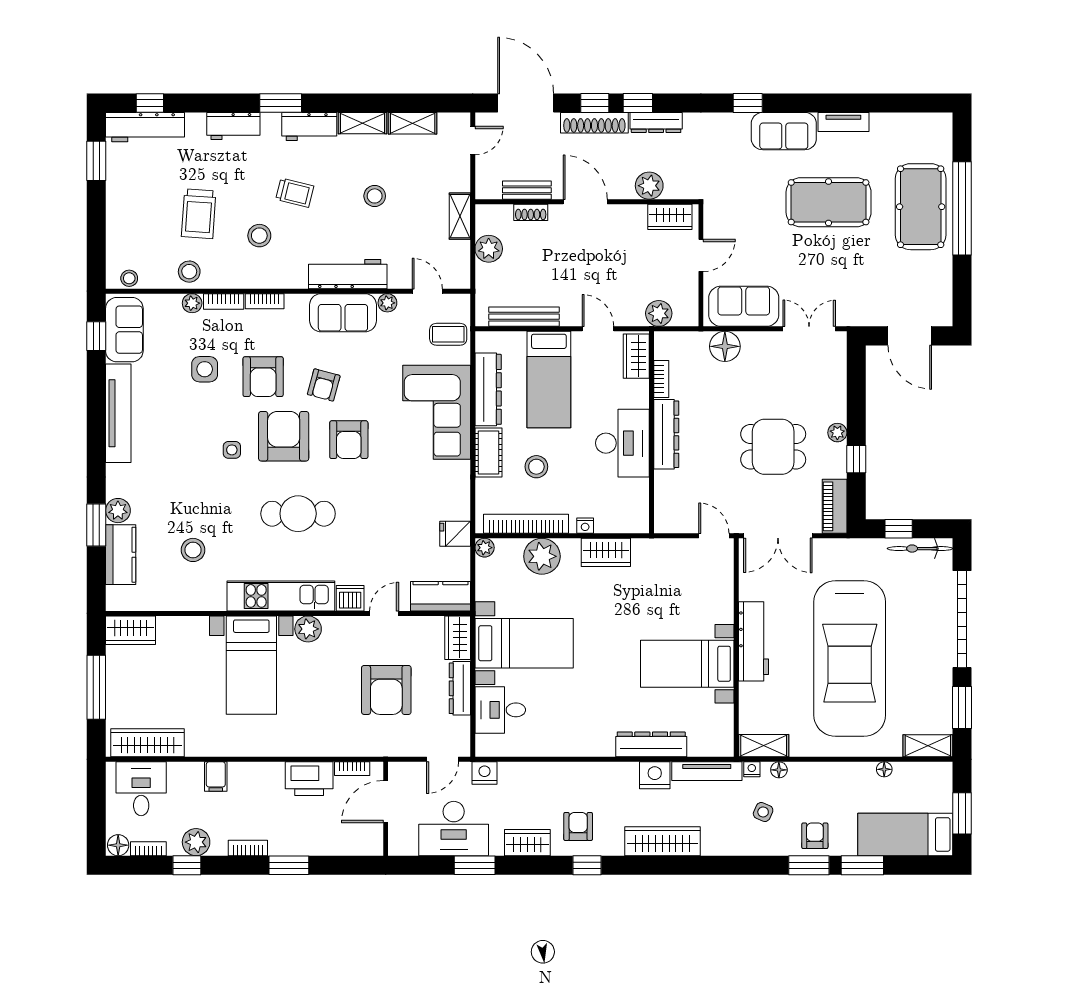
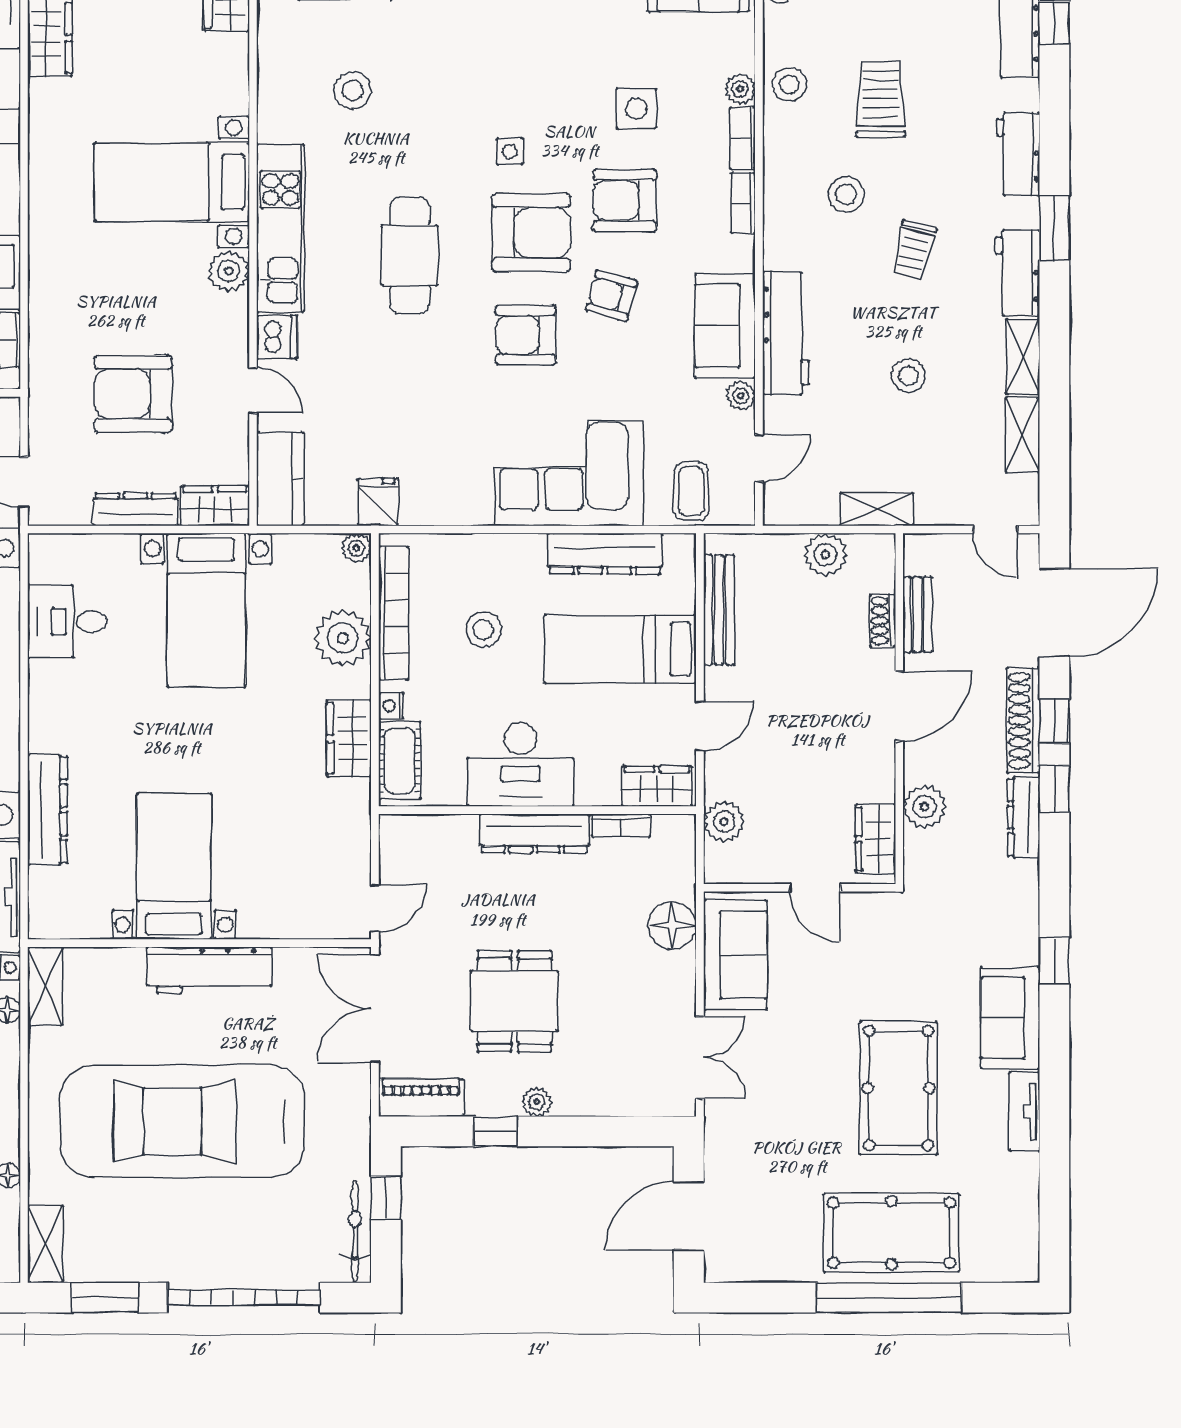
trolley: (199, 214) -> (881, 99), turned 86
cot: (488, 453) -> (400, 761), moved, turned 90
desk: (500, 710) -> (67, 622), moved, turned -90

